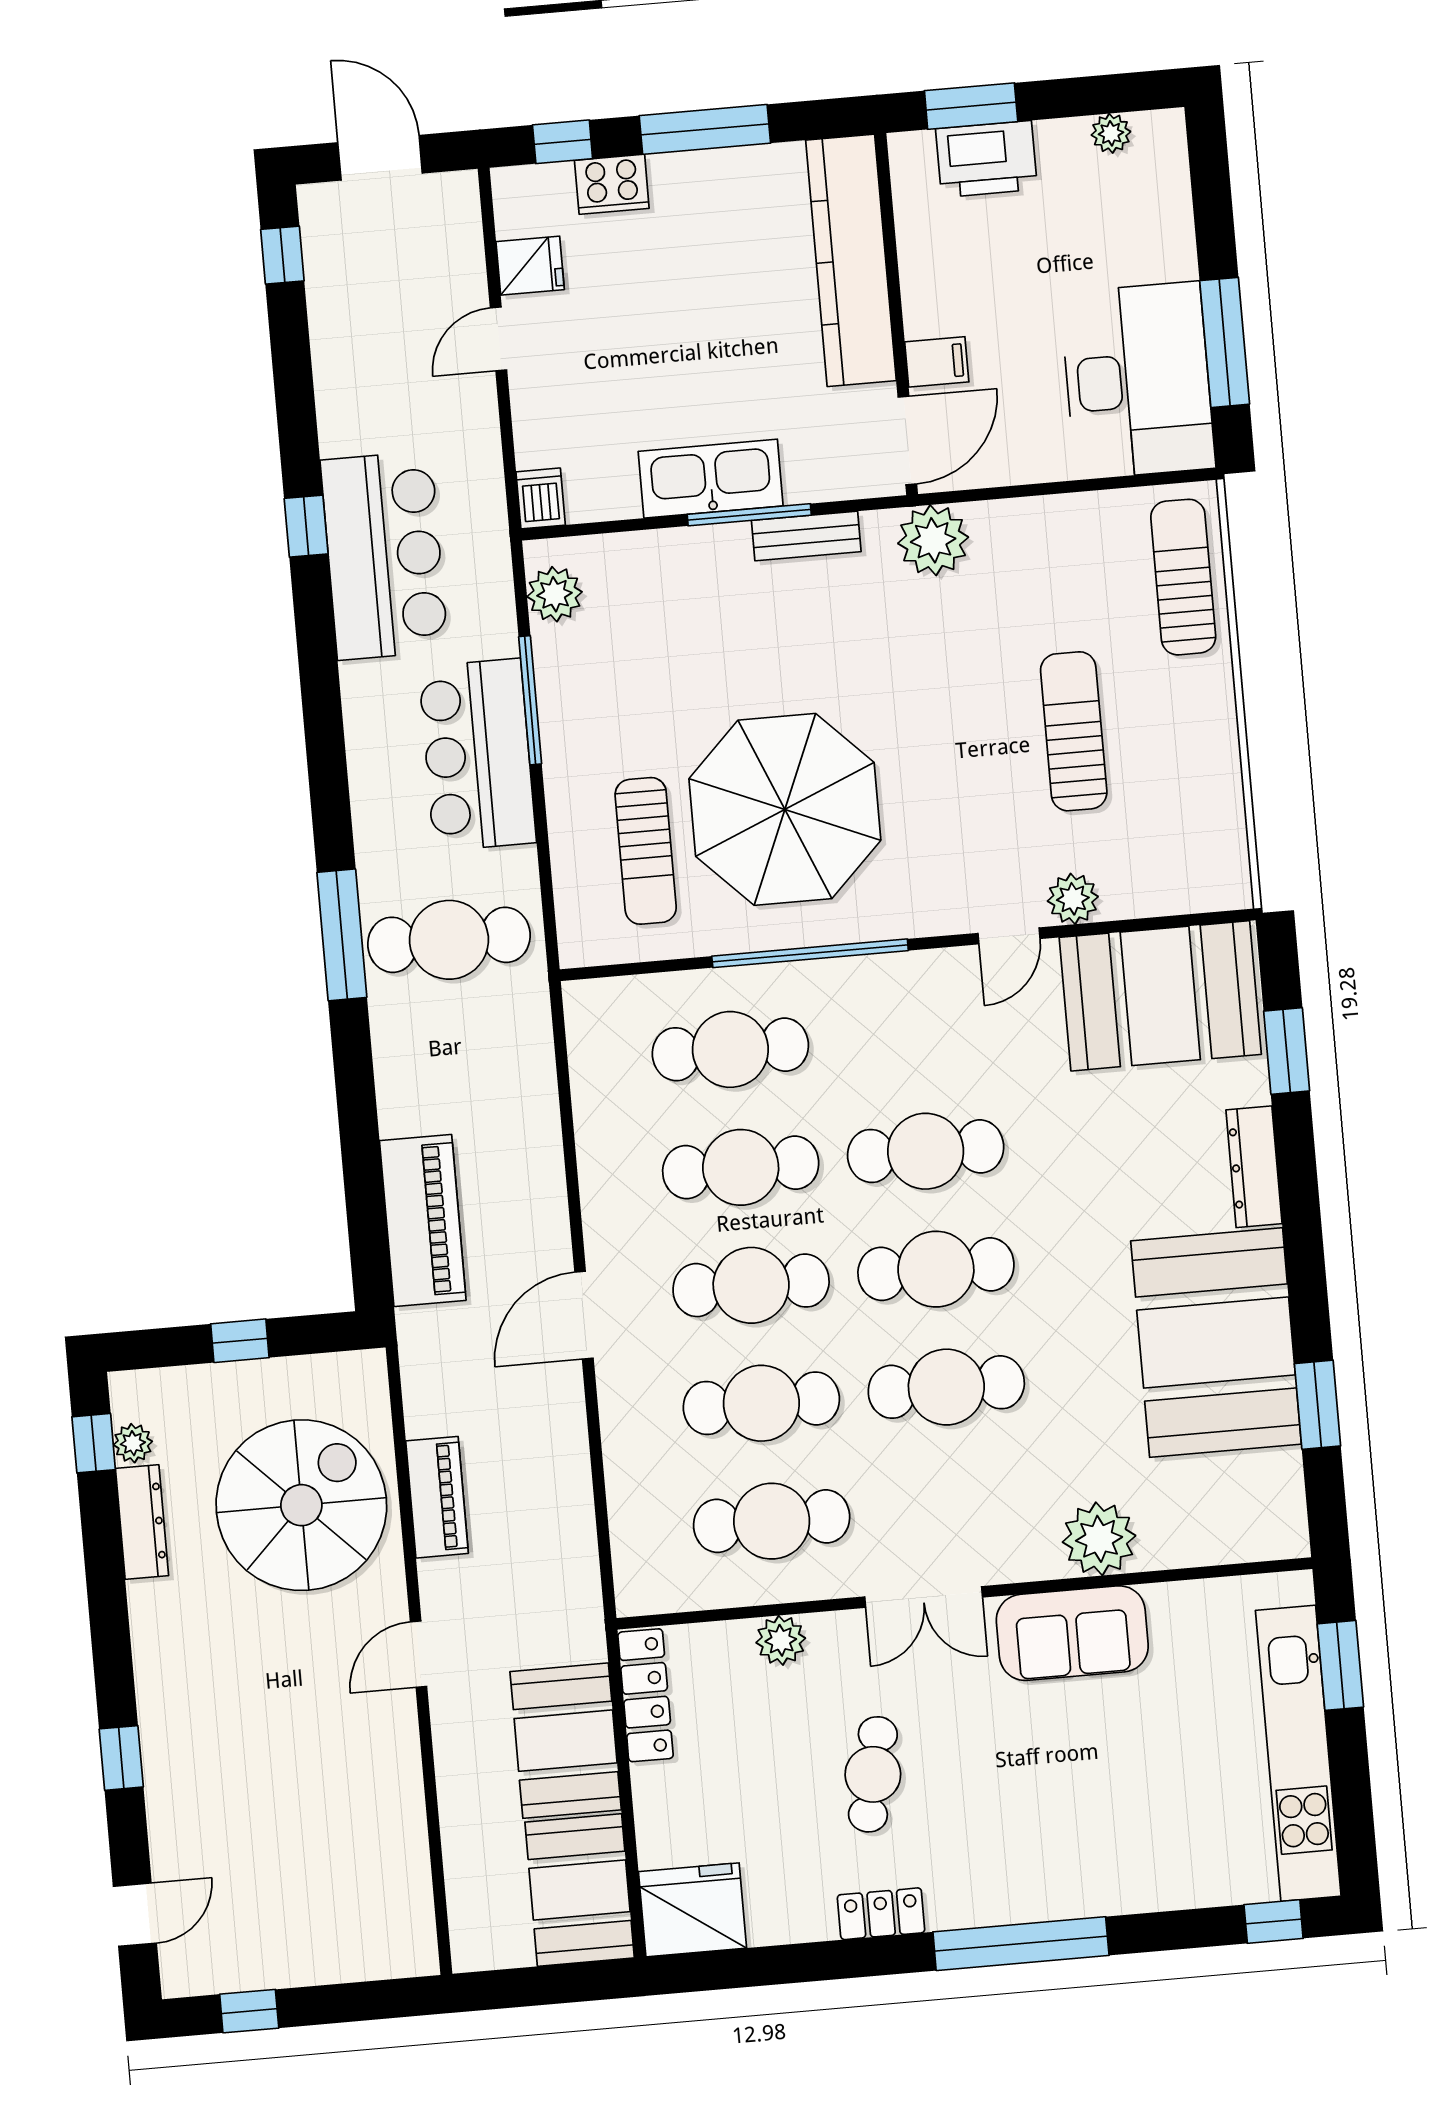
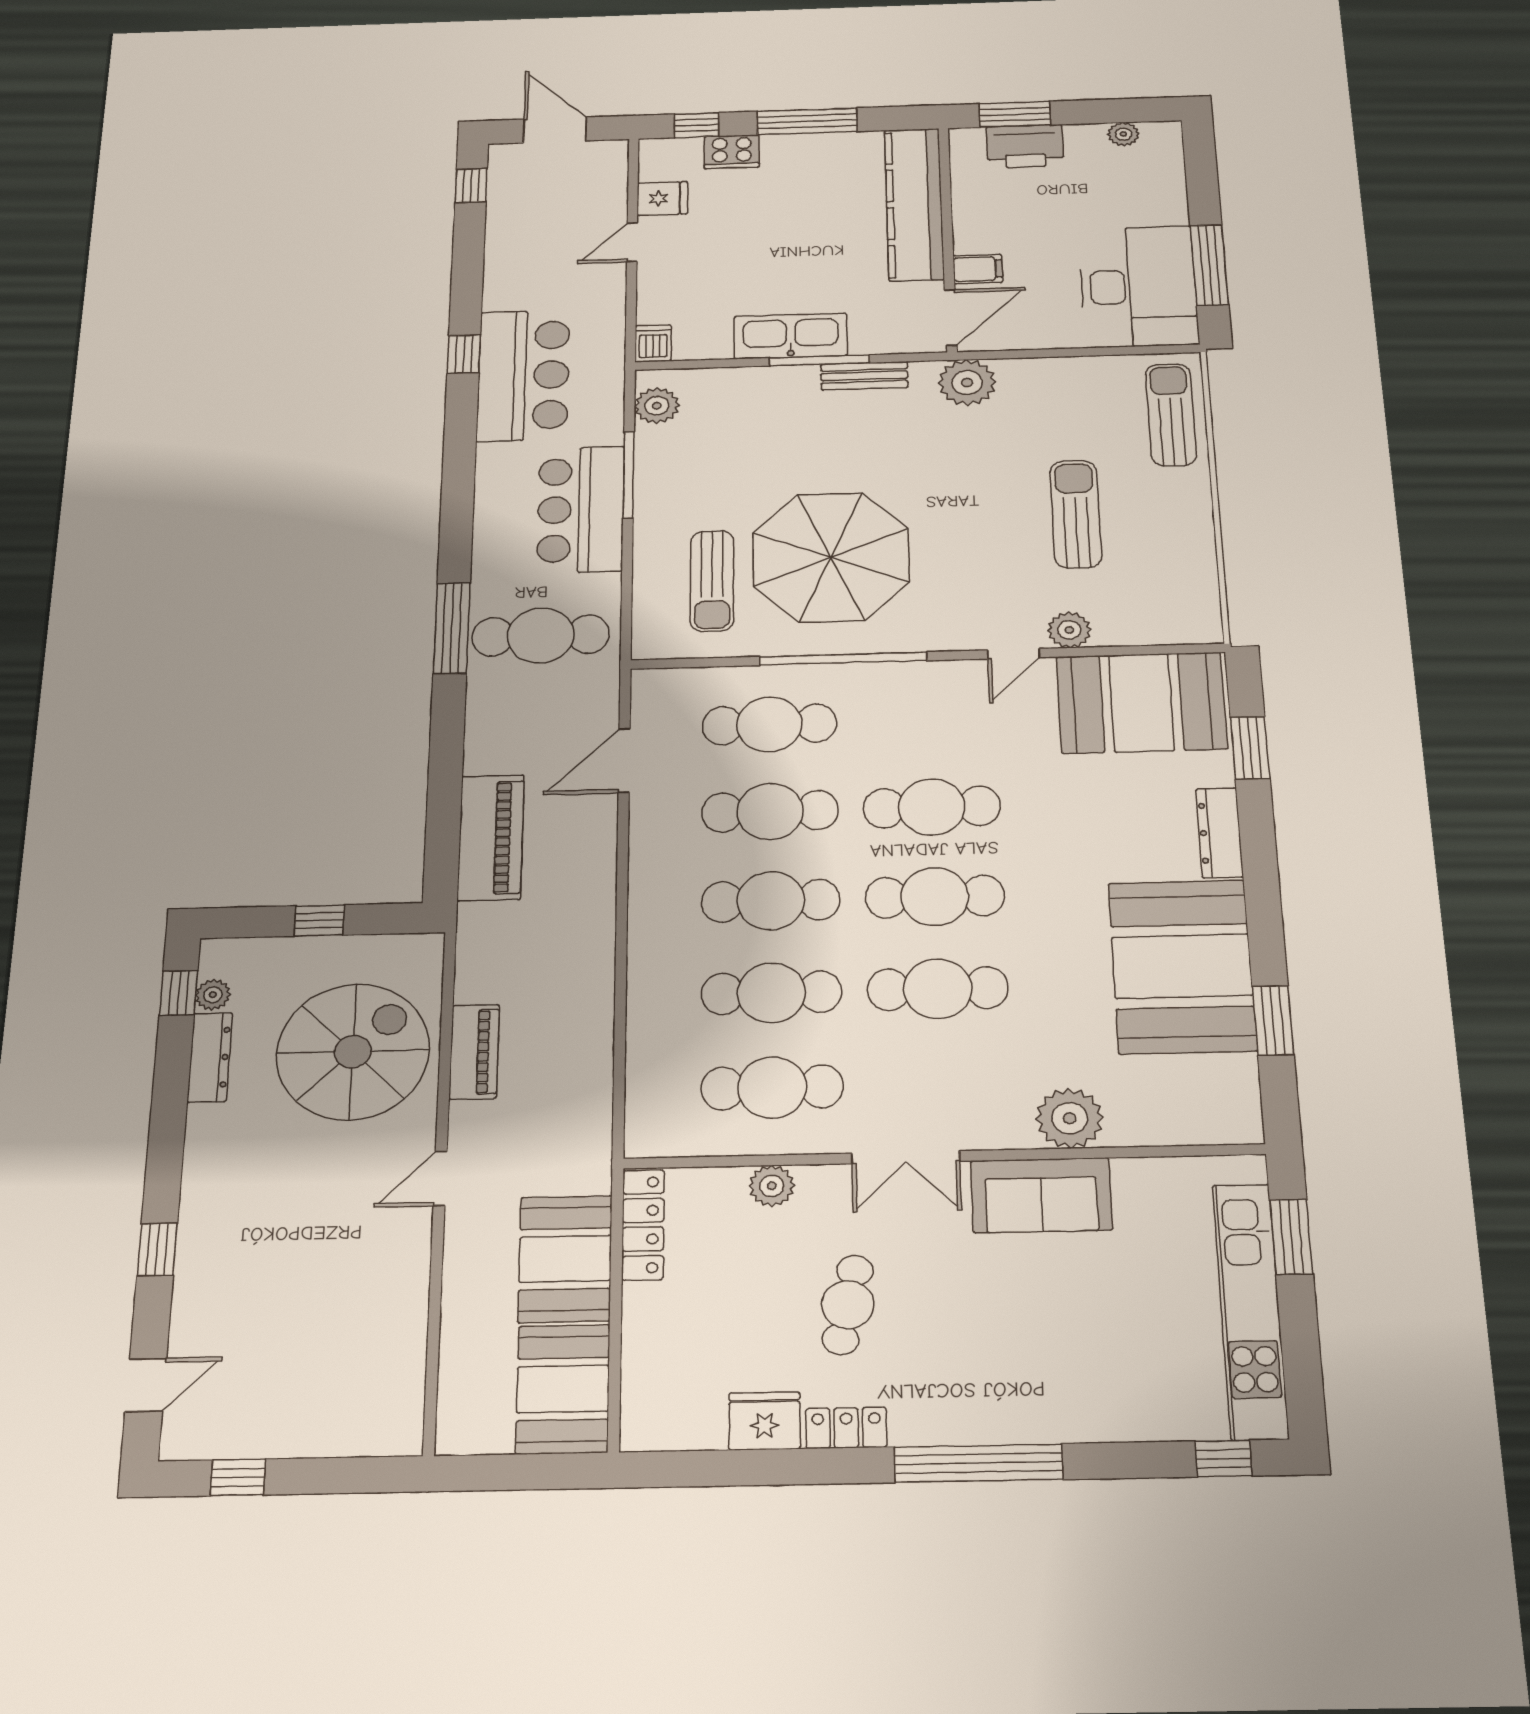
door: (584, 1315) -> (624, 761), moved
fridge: (693, 1910) -> (764, 1421), moved, width x0.73, depth x0.75

